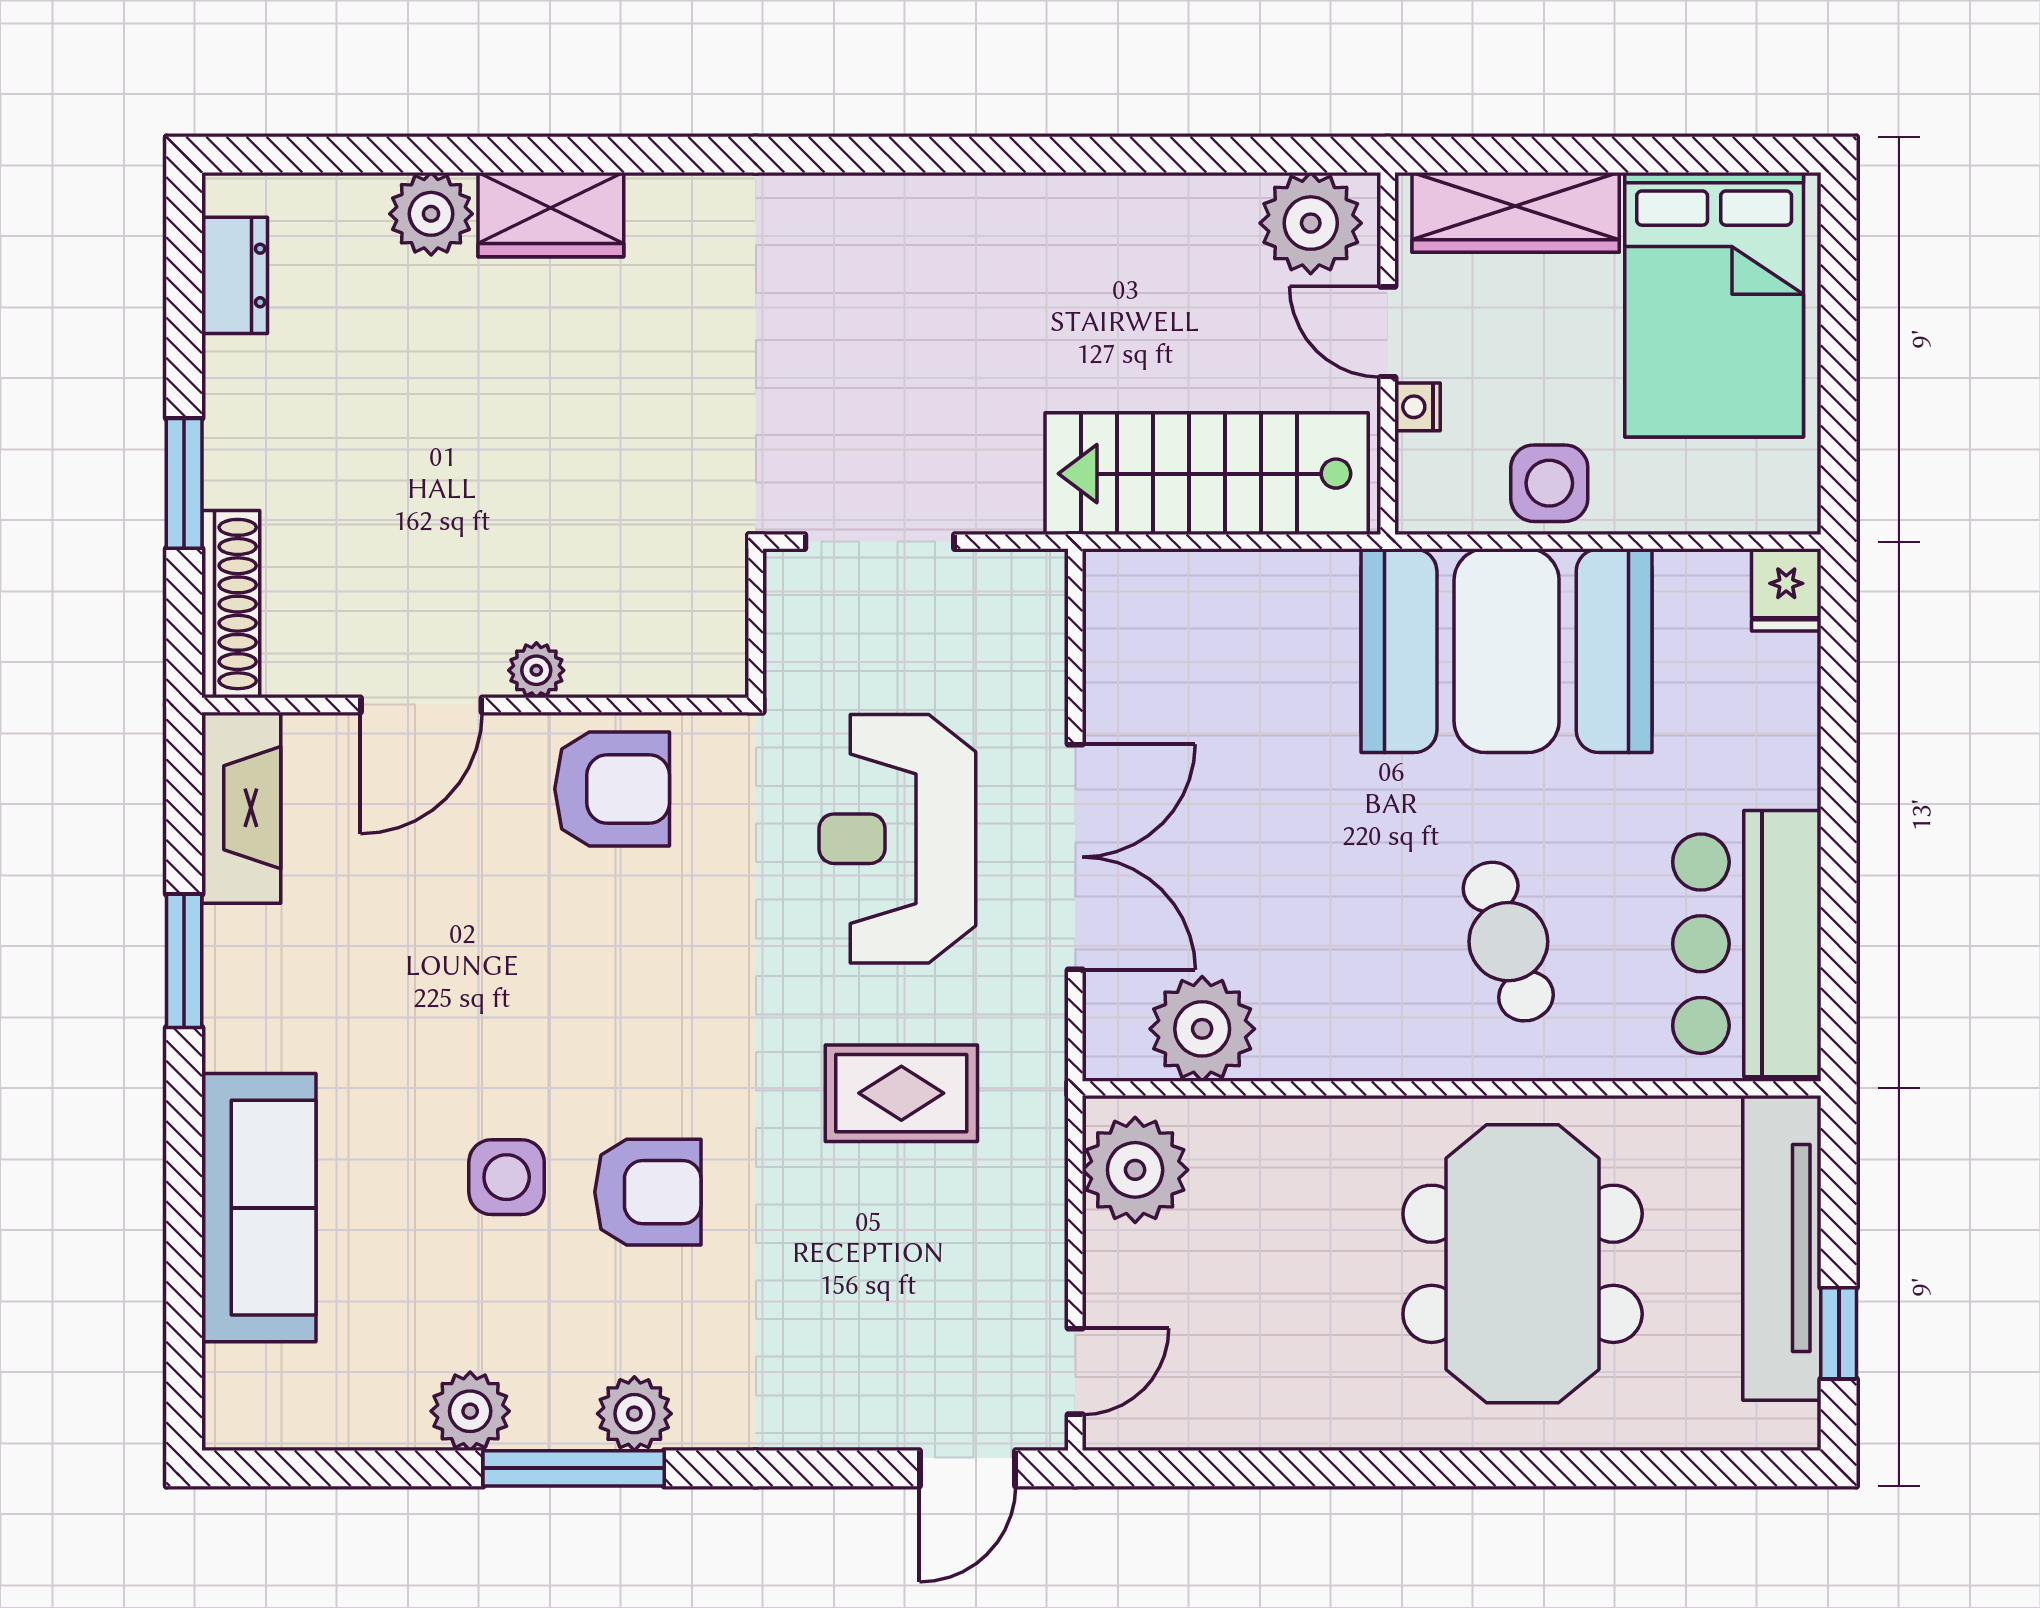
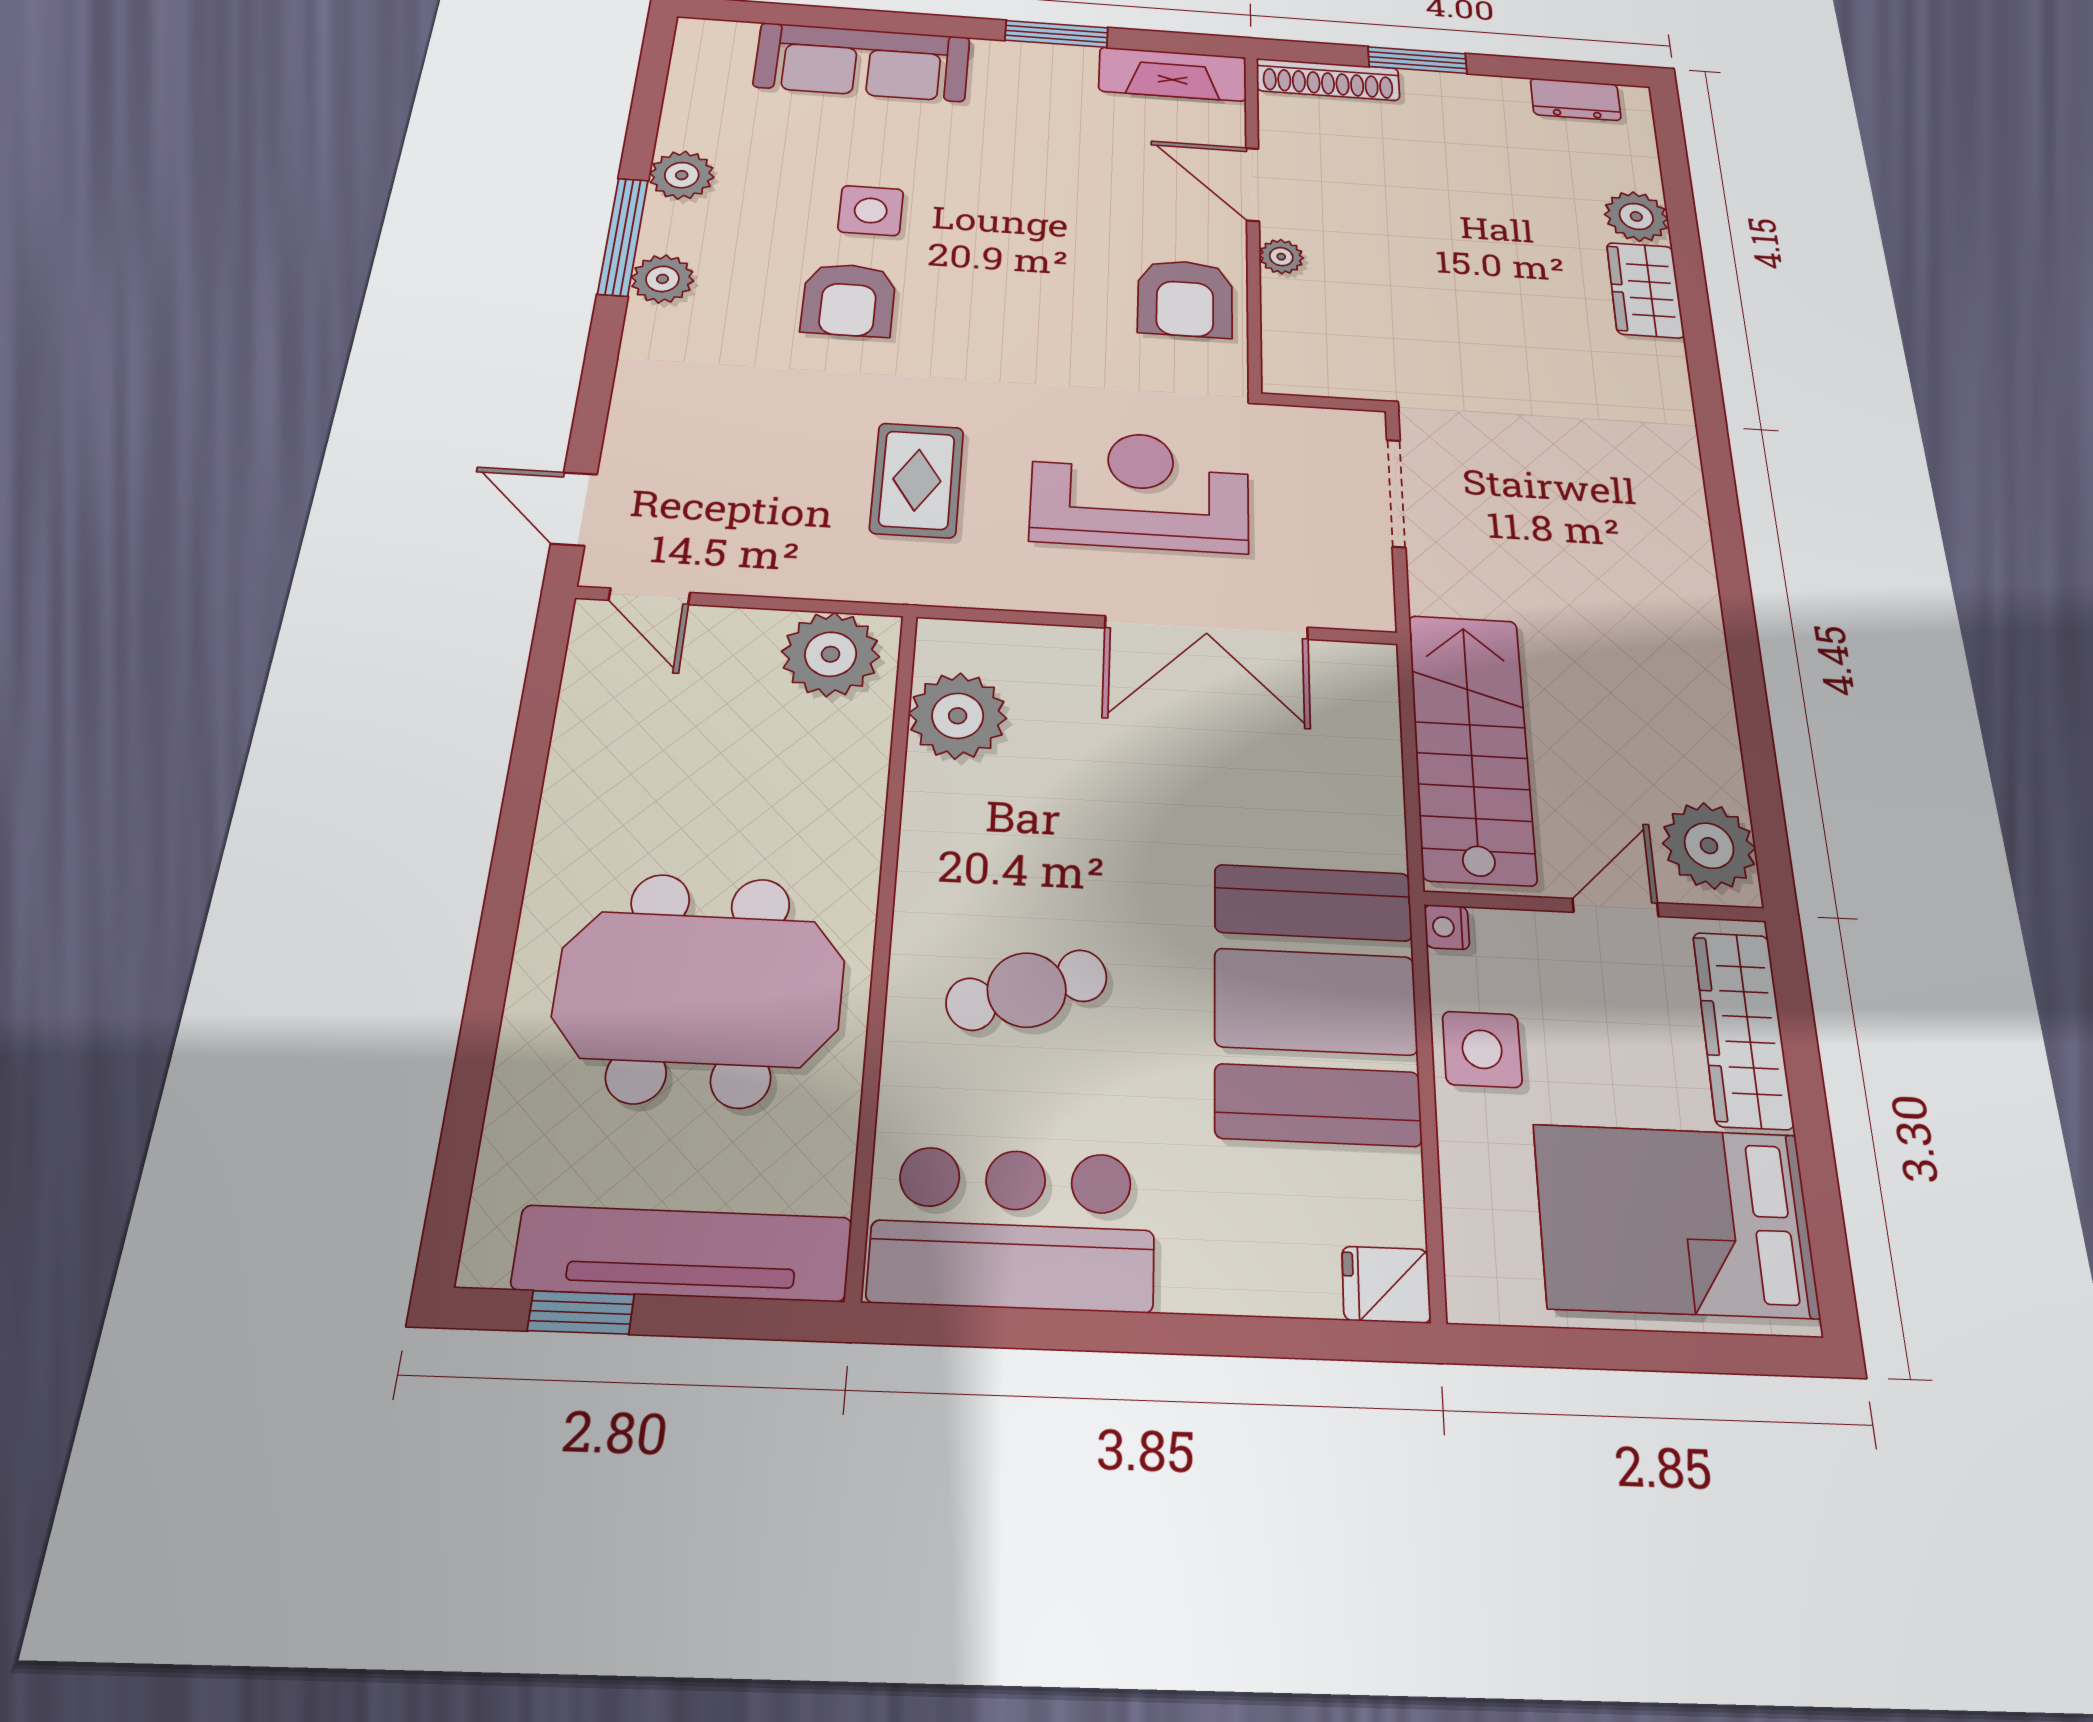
nightstand: (1417, 407) -> (1447, 927), moved, turned -90
double door: (1075, 857) -> (1207, 628), moved

